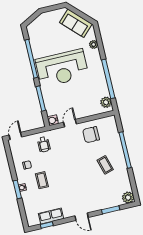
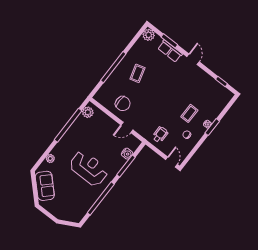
reception desk: (62, 68) -> (89, 168), width x0.74, depth x0.77
water cooler: (53, 120) -> (127, 154), moved
door: (15, 136) -> (171, 162), swing flipped
row of seats: (51, 216) -> (170, 51), moved

